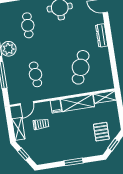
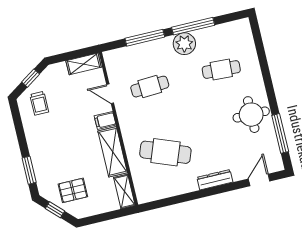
door: (27, 103) -> (110, 94), moved
trolley: (41, 124) -> (39, 103), moved
shelving: (18, 129) -> (84, 64), moved
window: (74, 162) -> (29, 170), moved

